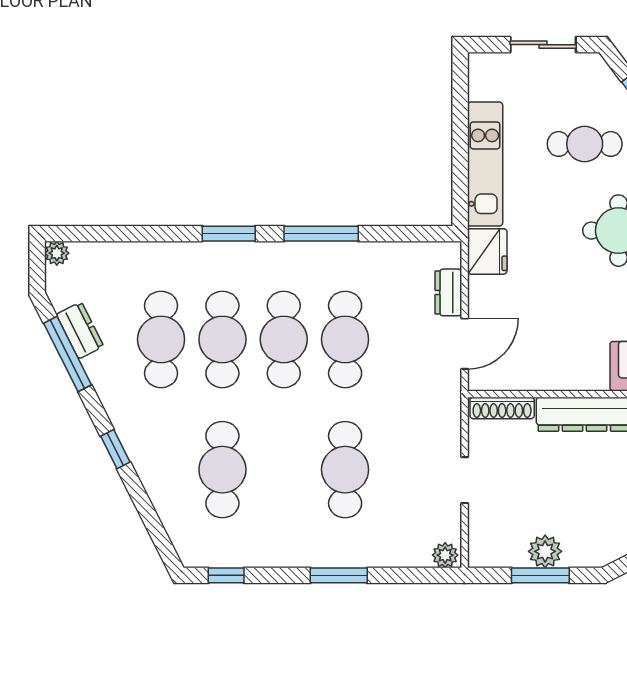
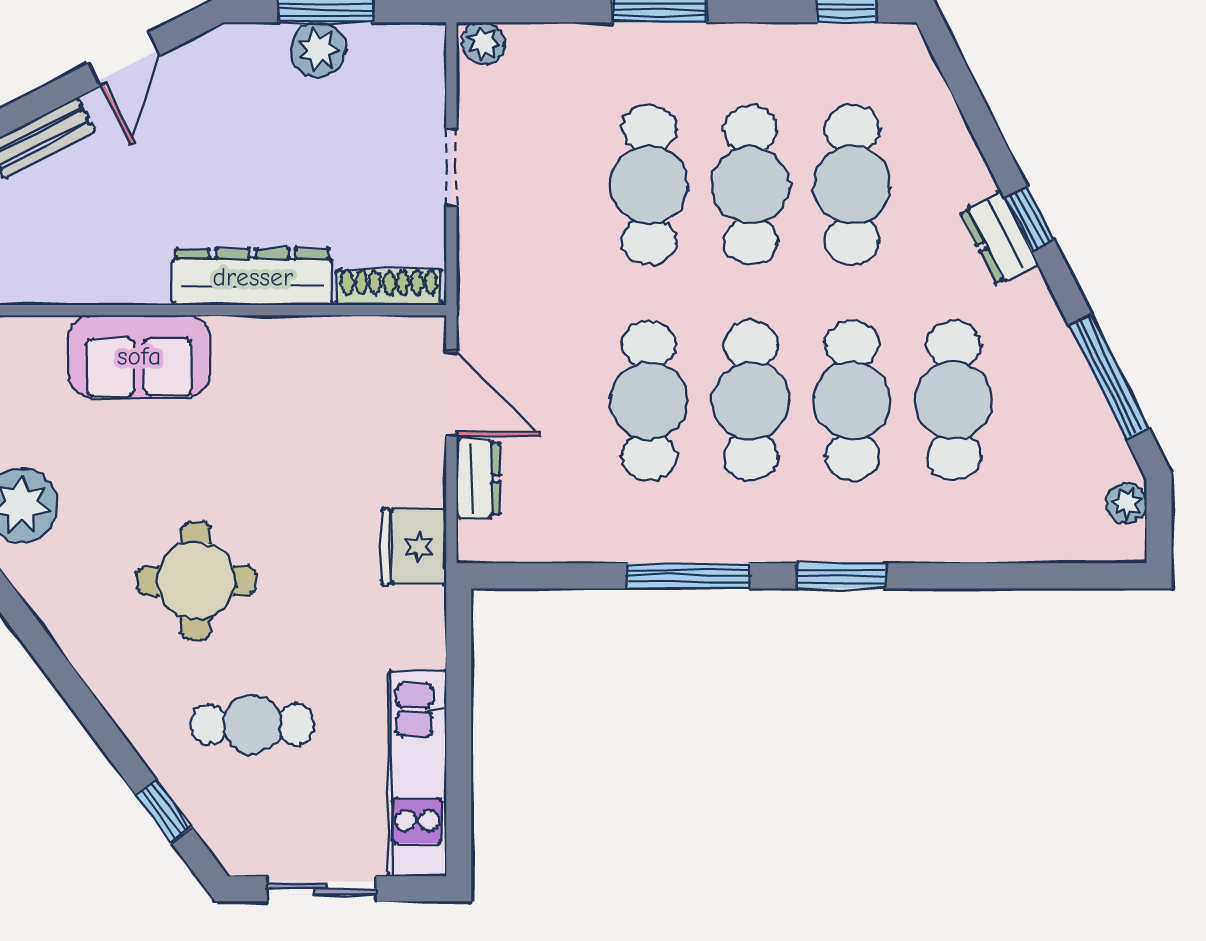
kitchen unit: (485, 164) -> (417, 773), moved
plant: (57, 253) -> (1127, 503), moved
dresser: (80, 330) -> (999, 238), moved
door: (465, 344) -> (451, 394), swing flipped
cafe table: (284, 470) -> (751, 185), added

